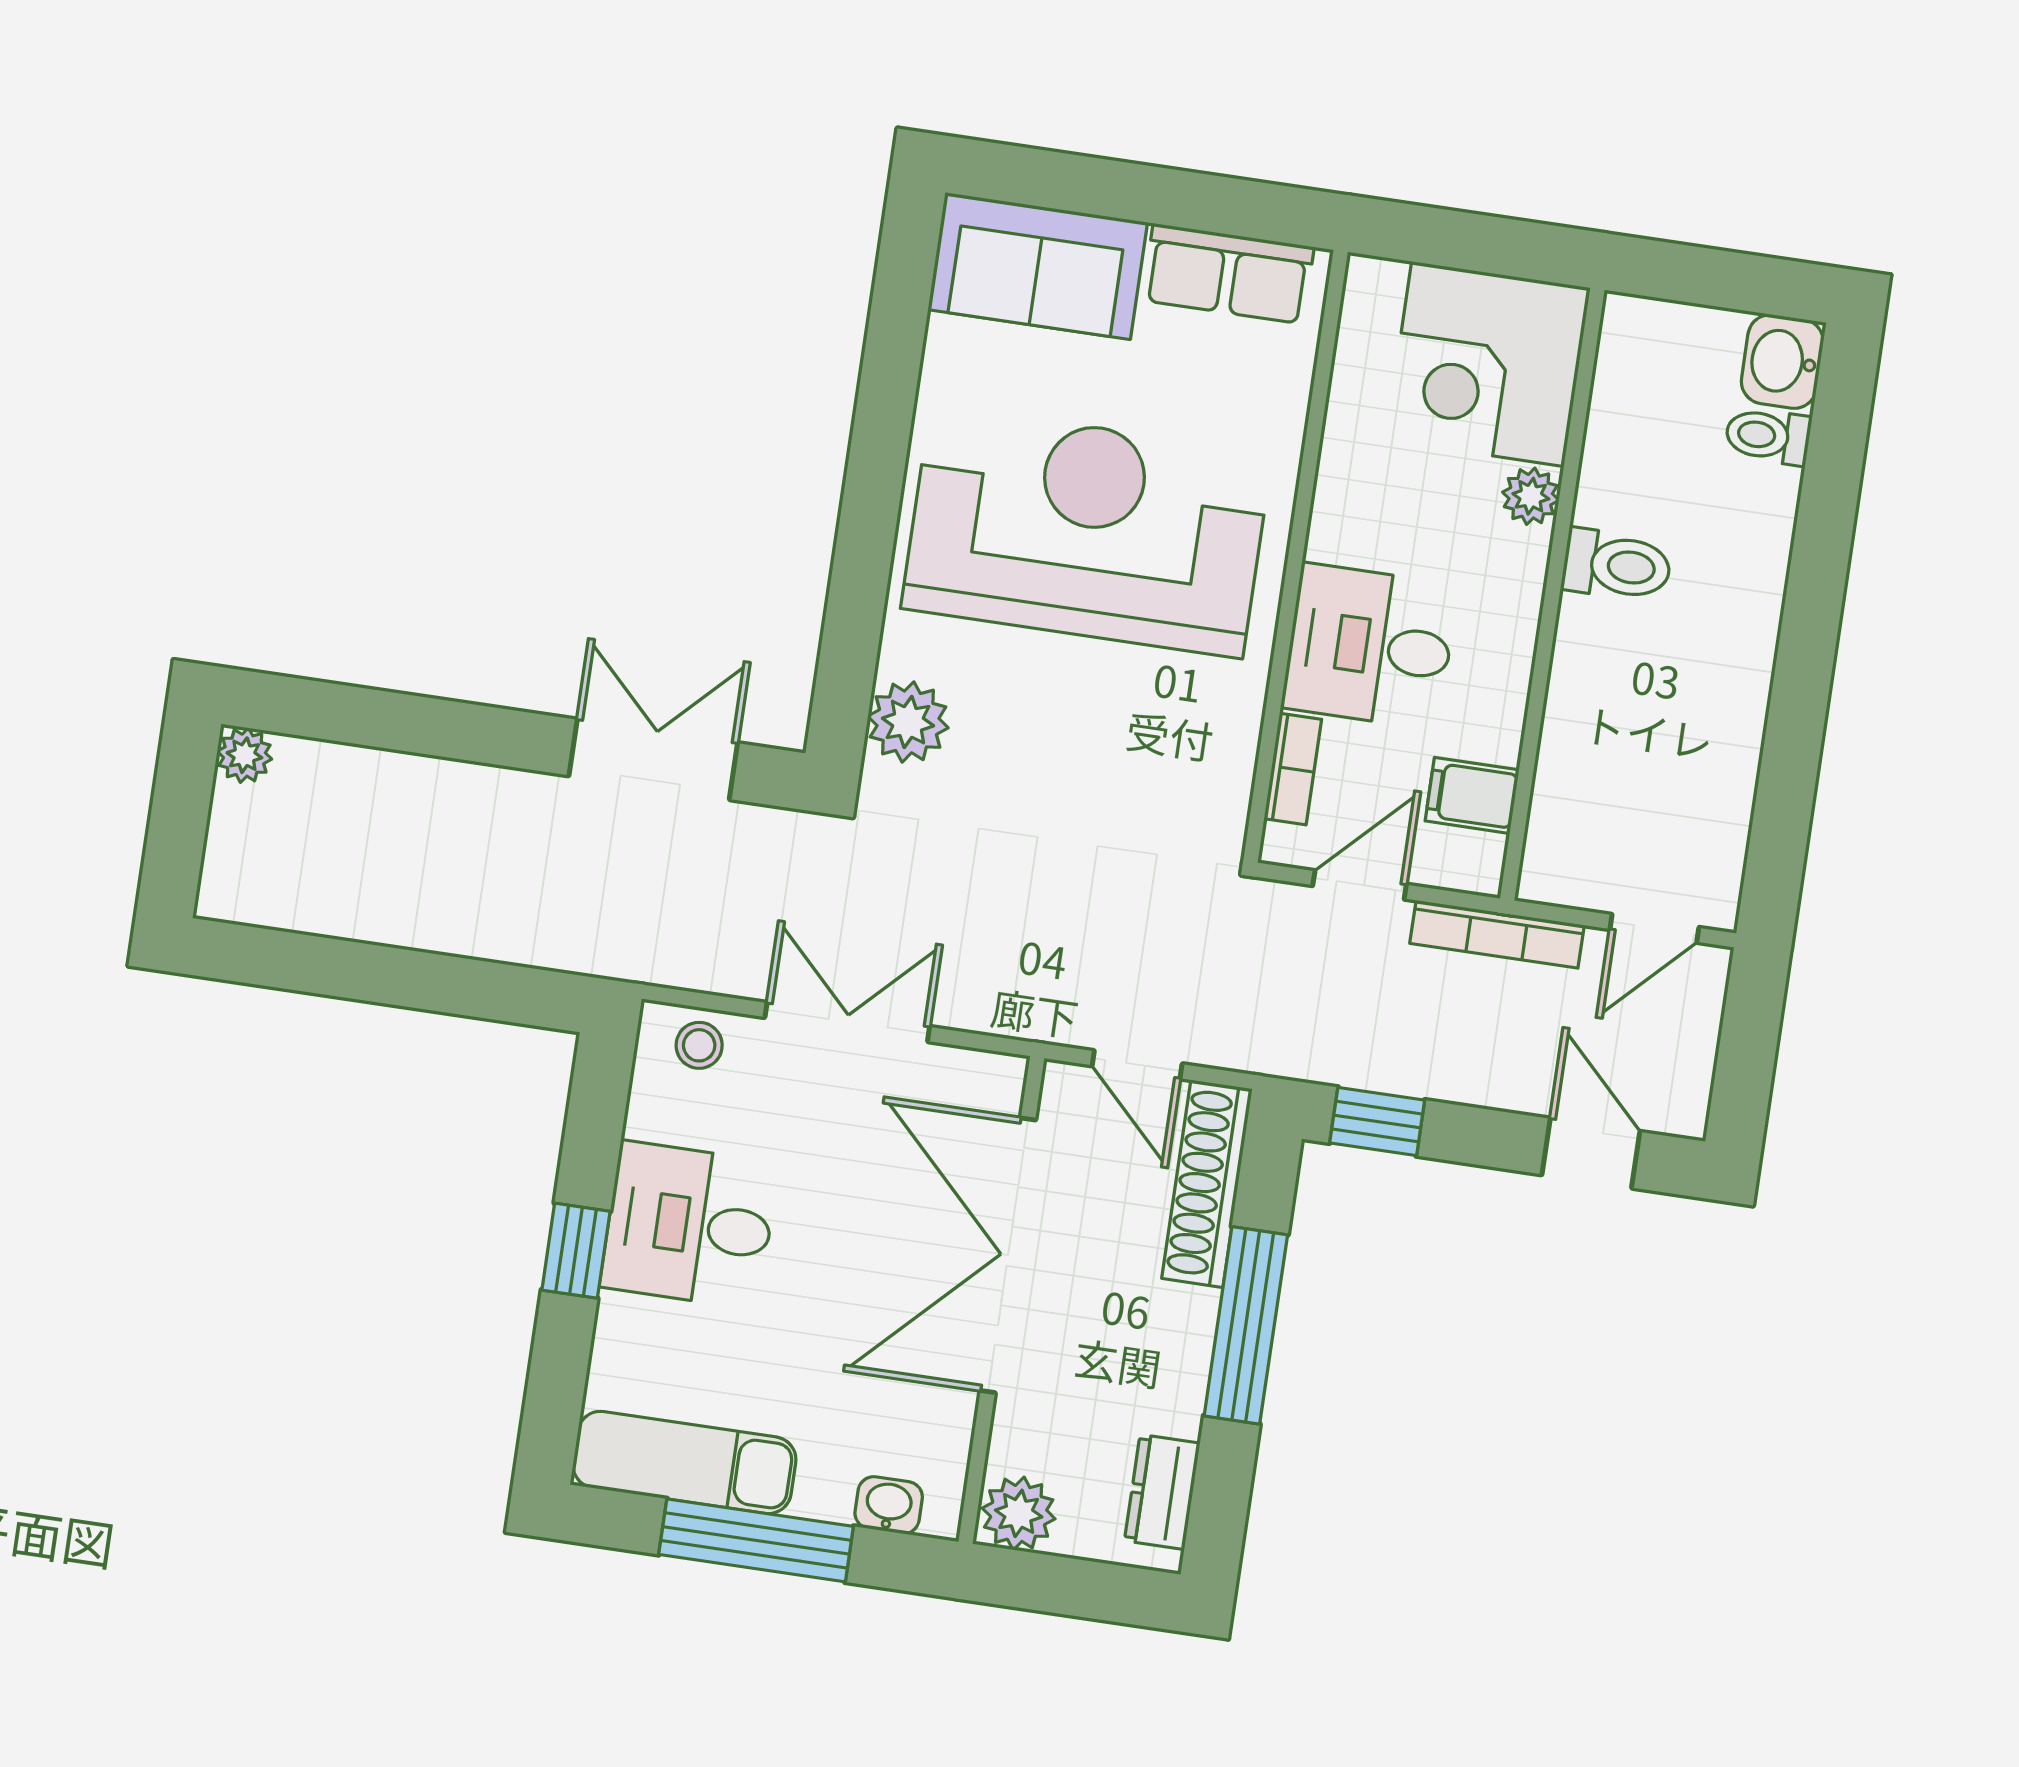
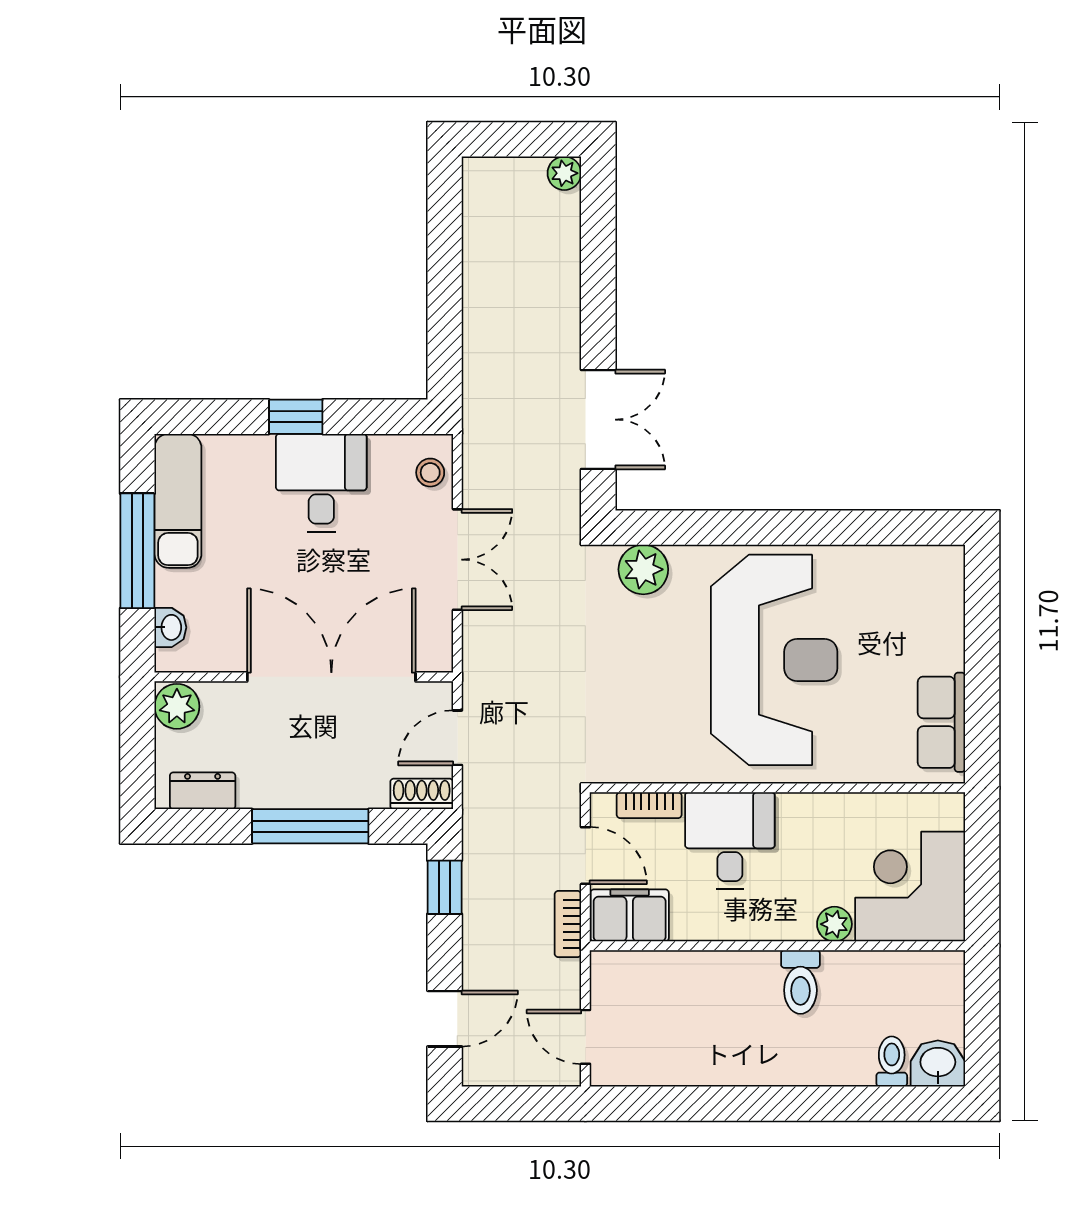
sofa: (1038, 266) -> (929, 607), removed
filing cabinet: (1472, 795) -> (630, 915), width x2.00
bookcase: (1497, 934) -> (568, 924), width x0.64
shoe rack: (1207, 1184) -> (422, 794), width x0.51, depth x0.81

